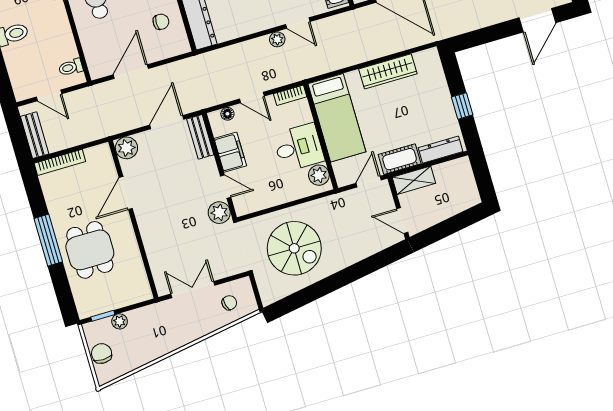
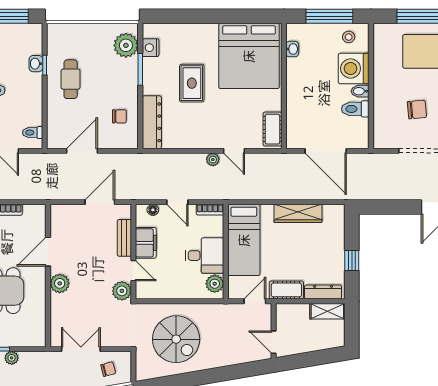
bench: (200, 137) -> (124, 238), moved
plant: (126, 148) -> (60, 283), moved
shelving: (414, 180) -> (327, 311), moved

